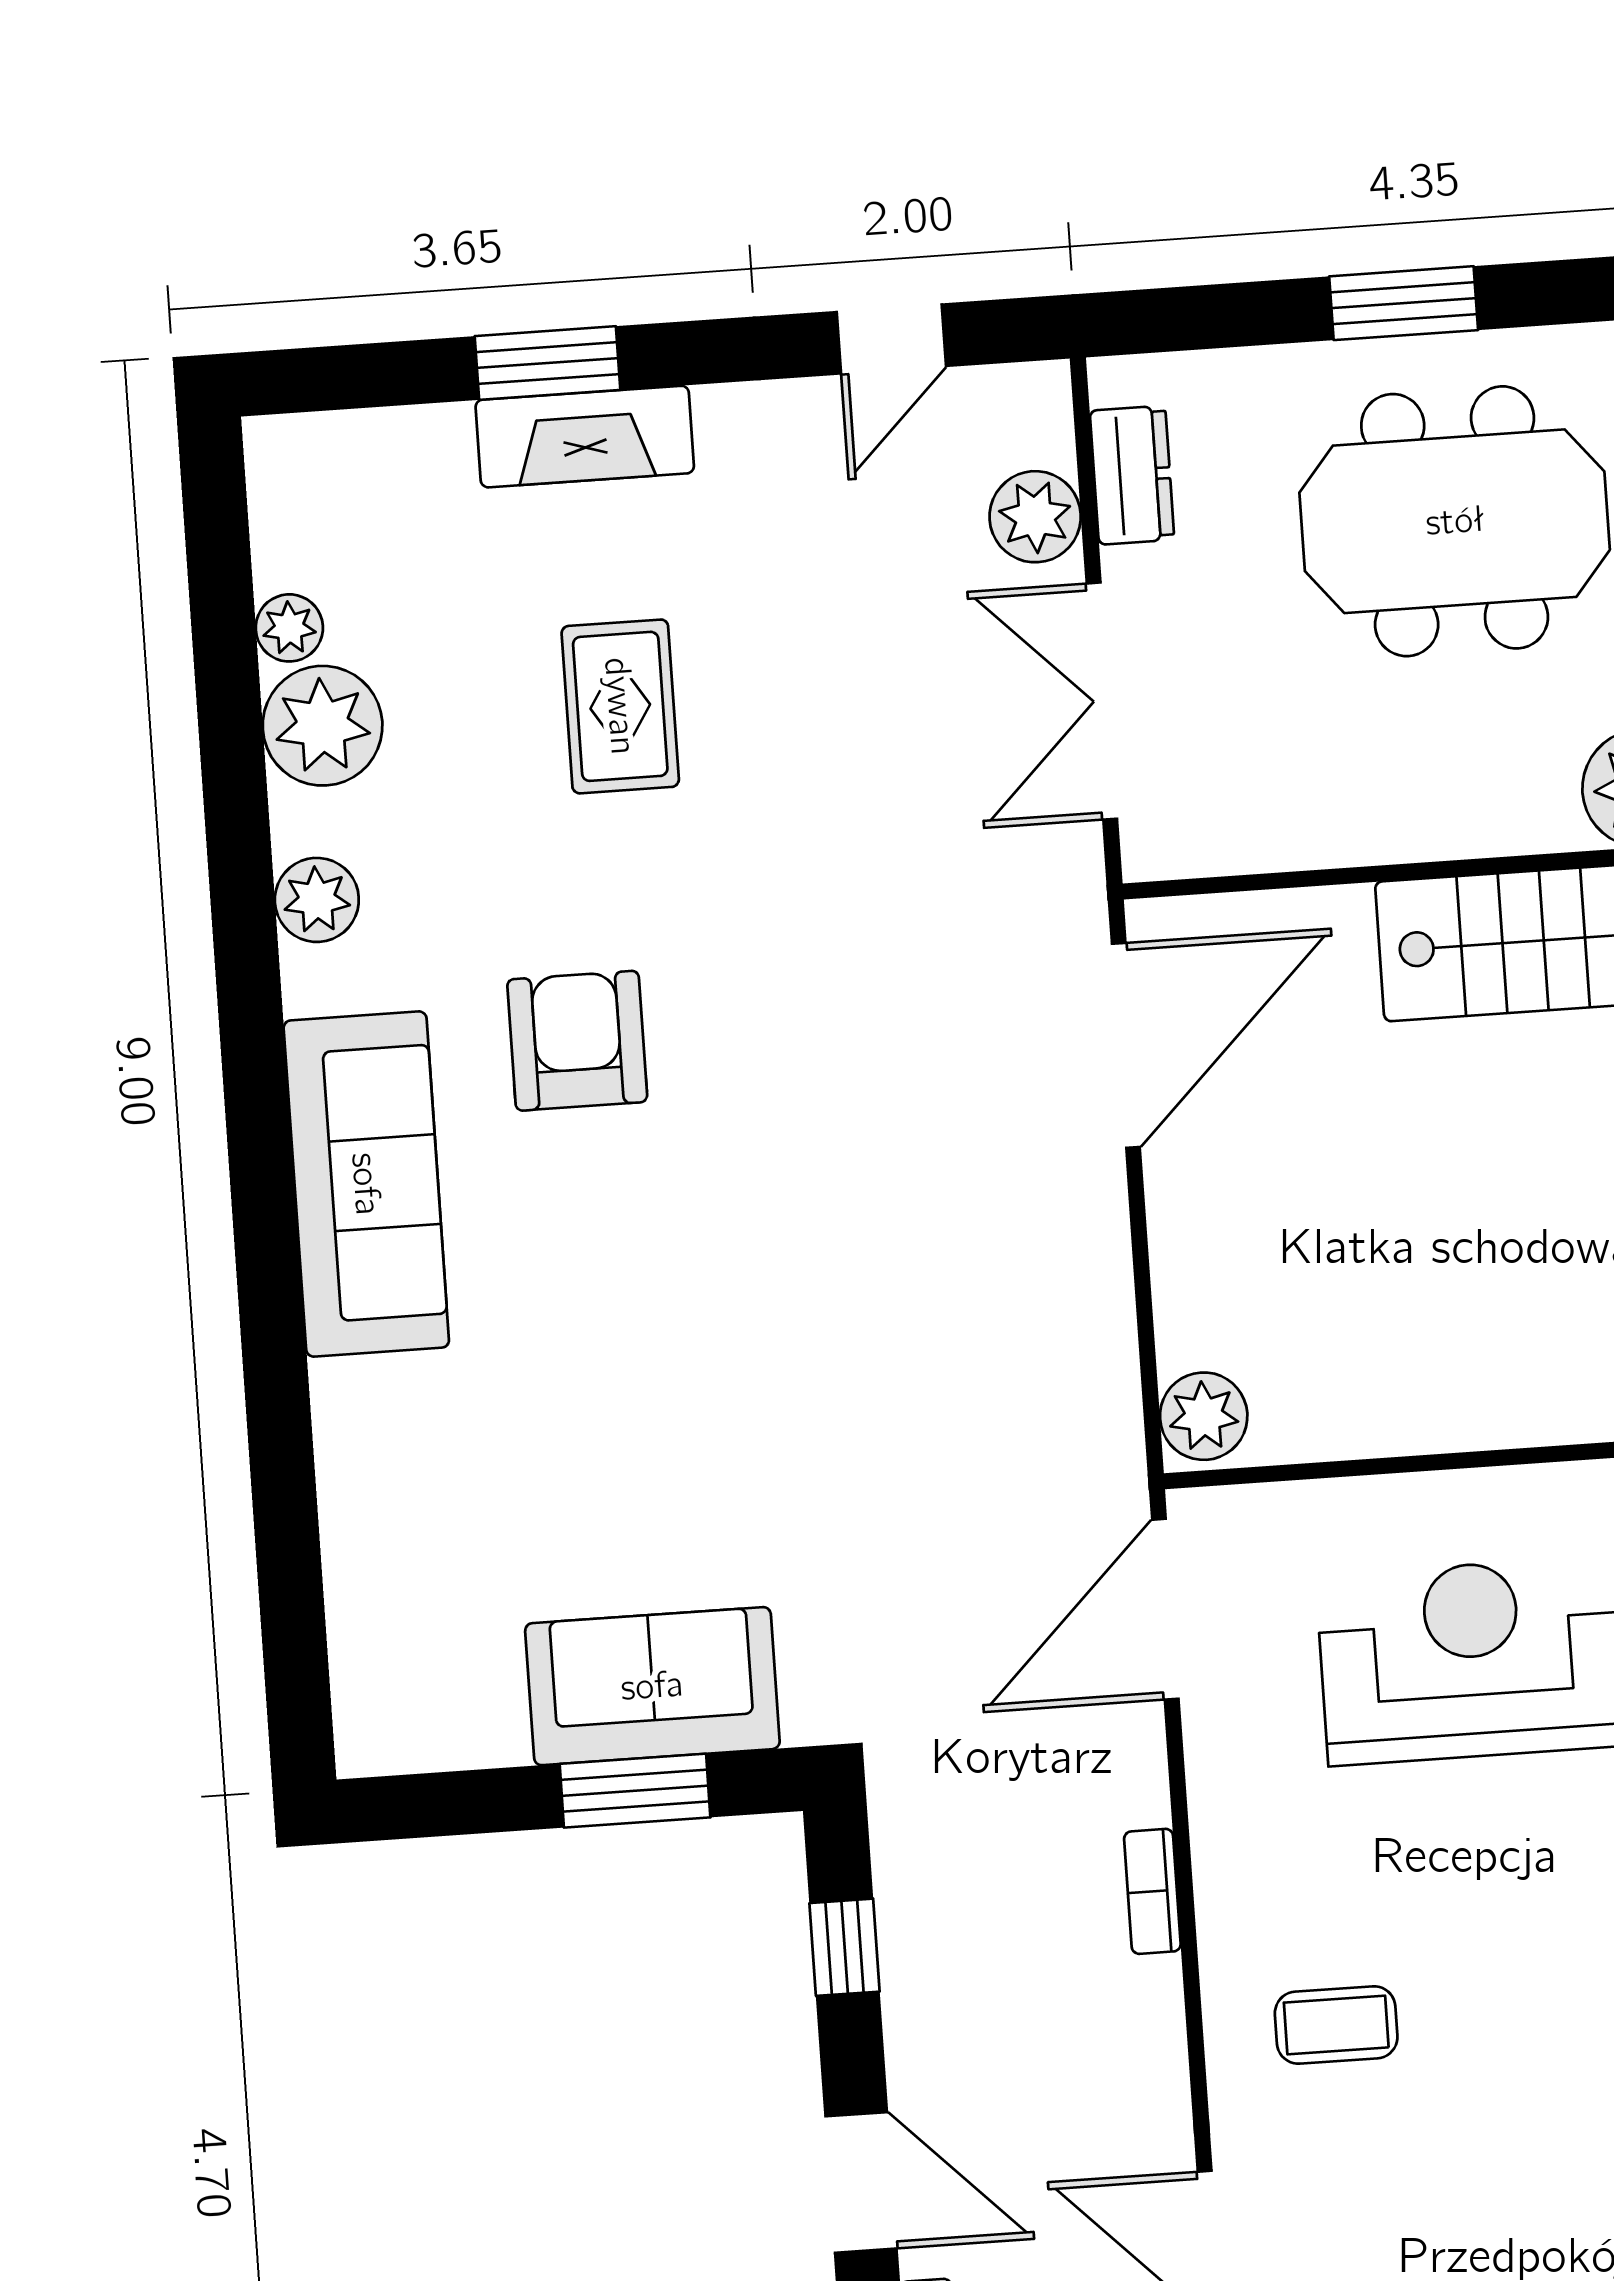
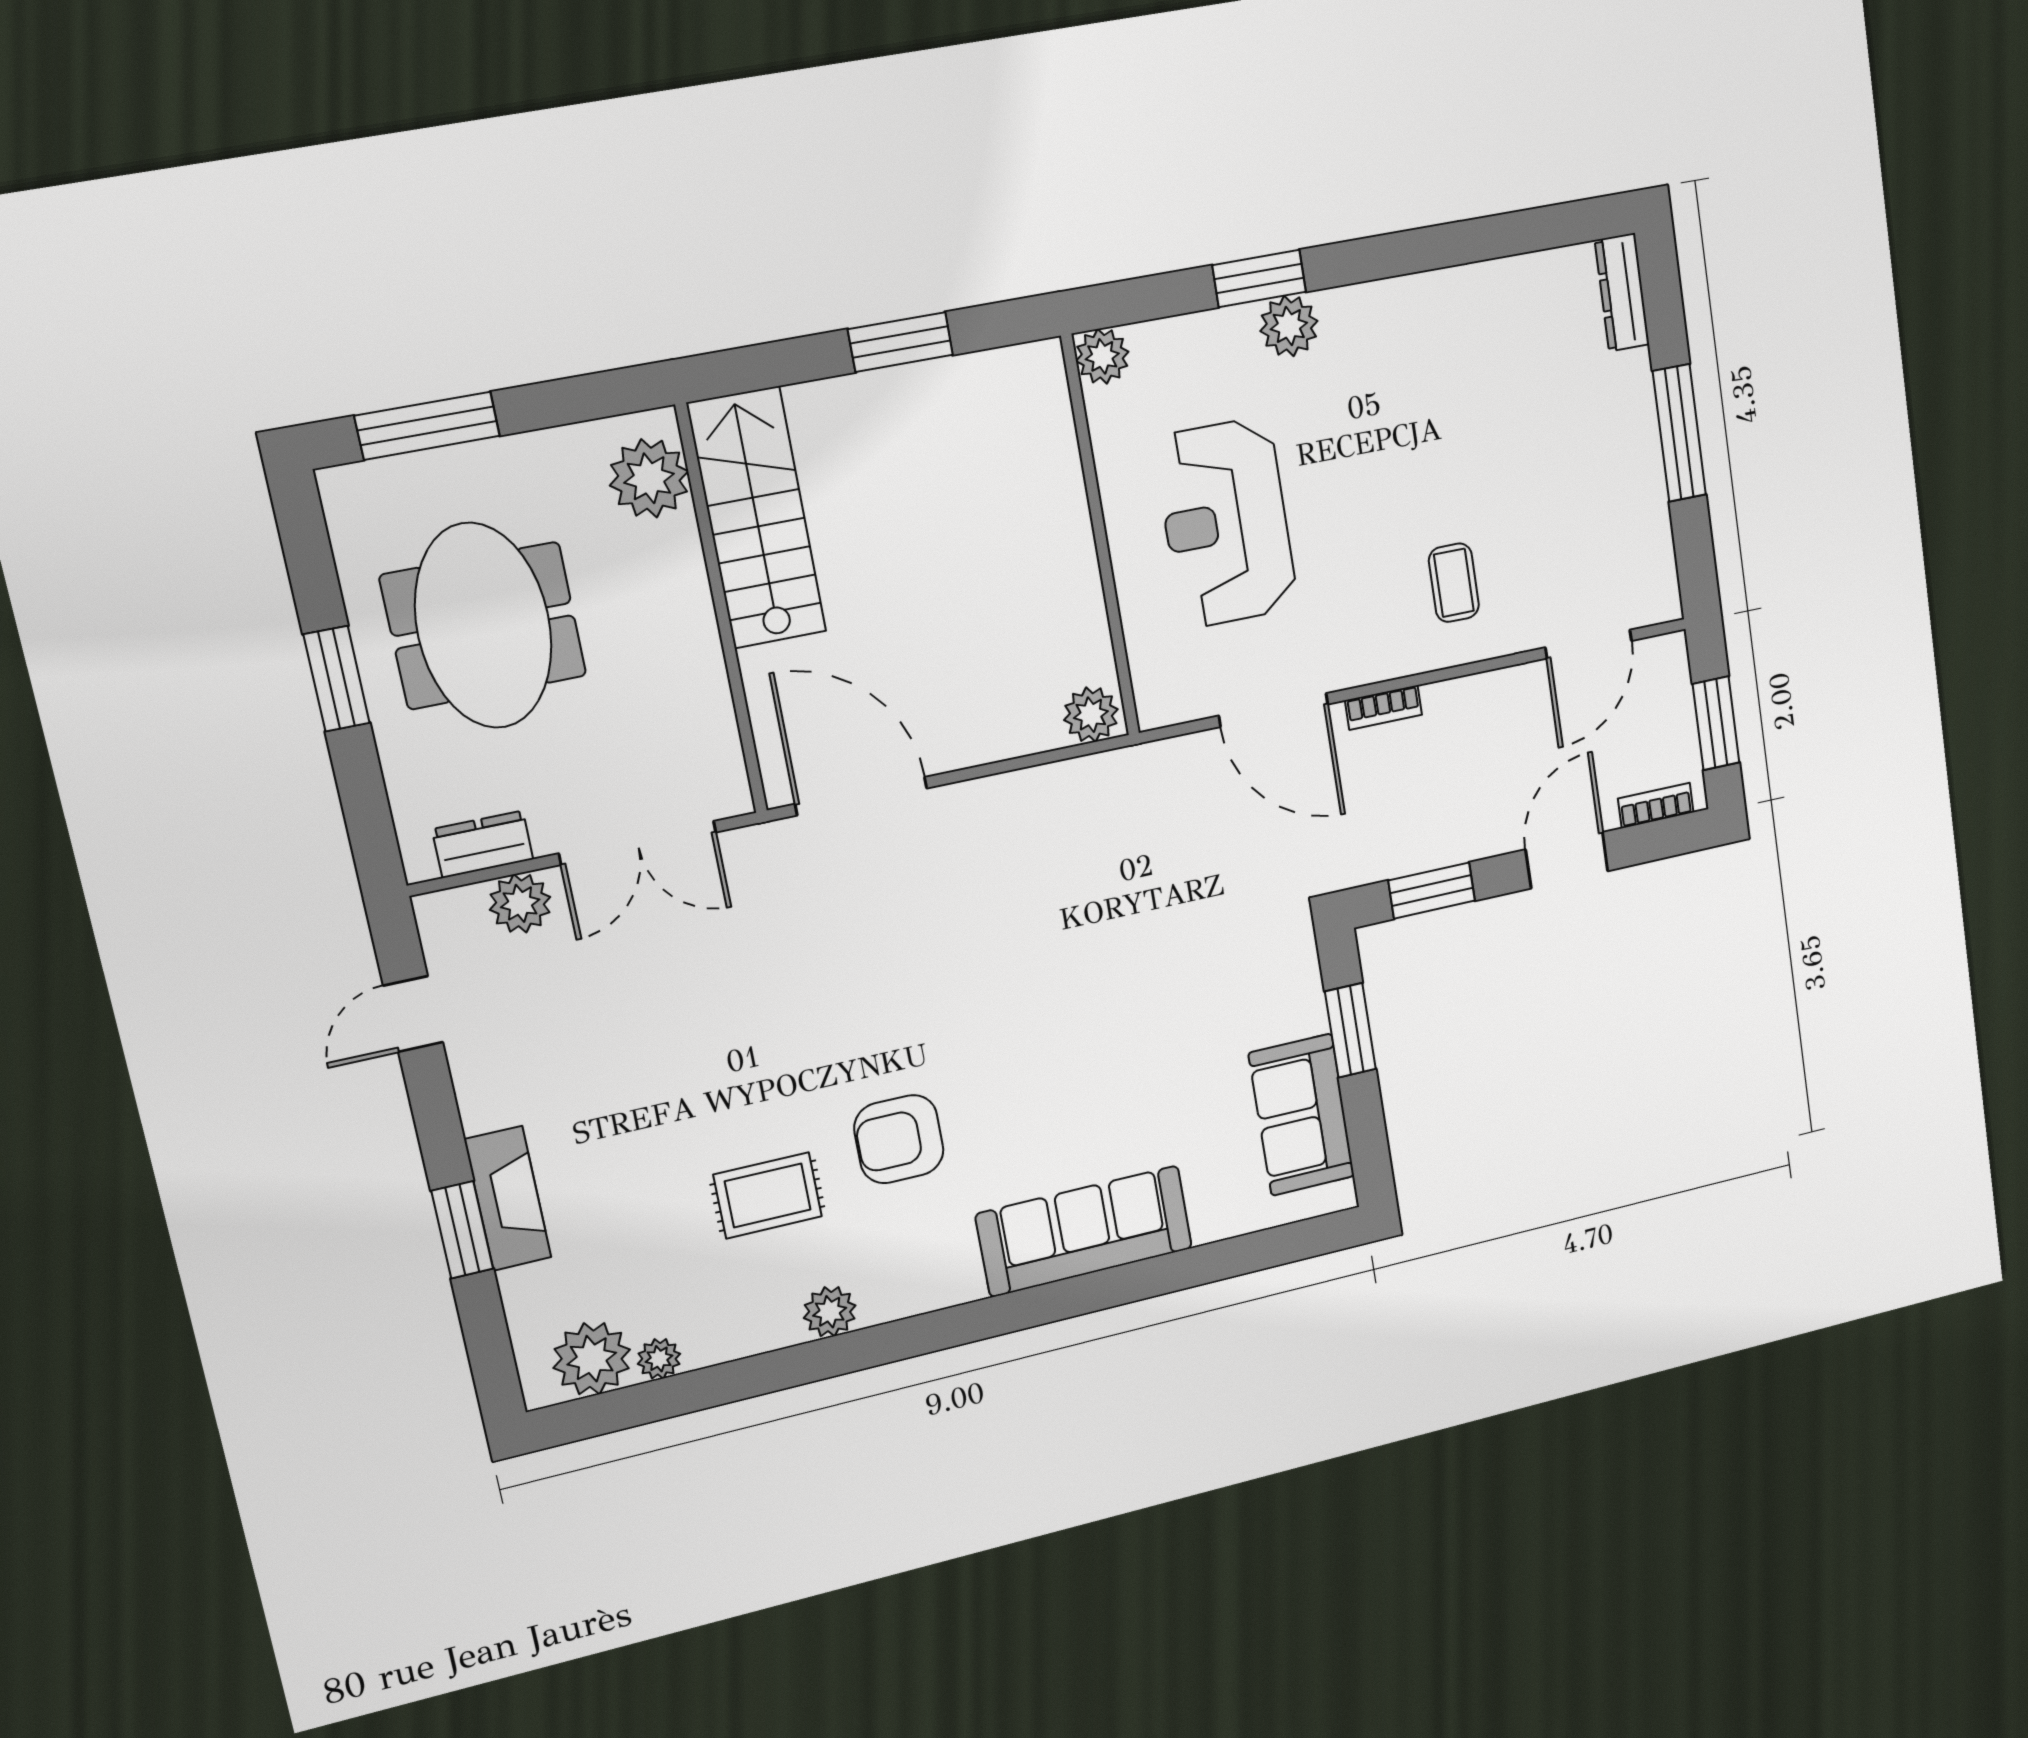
door: (891, 339) -> (413, 1014), swing flipped
rug: (620, 706) -> (768, 1195), moved
plant: (323, 726) -> (592, 1359), moved
sofa: (366, 1184) -> (1084, 1231), moved
door: (1165, 1609) -> (1274, 710), moved
sofa: (652, 1686) -> (1302, 1115), moved
window: (845, 1947) -> (1432, 891), width x1.50

